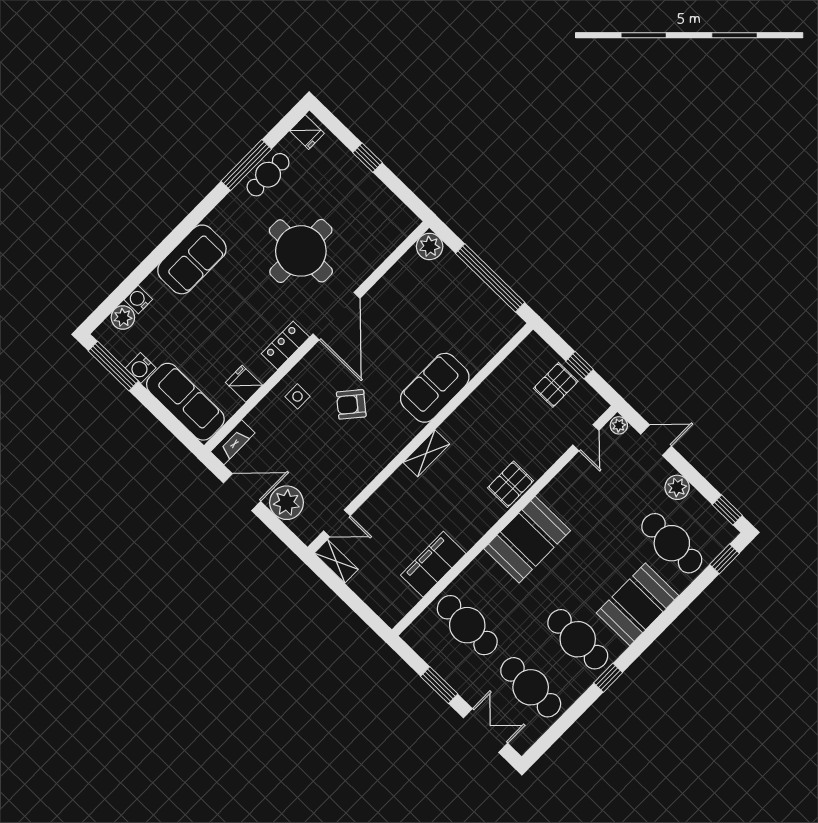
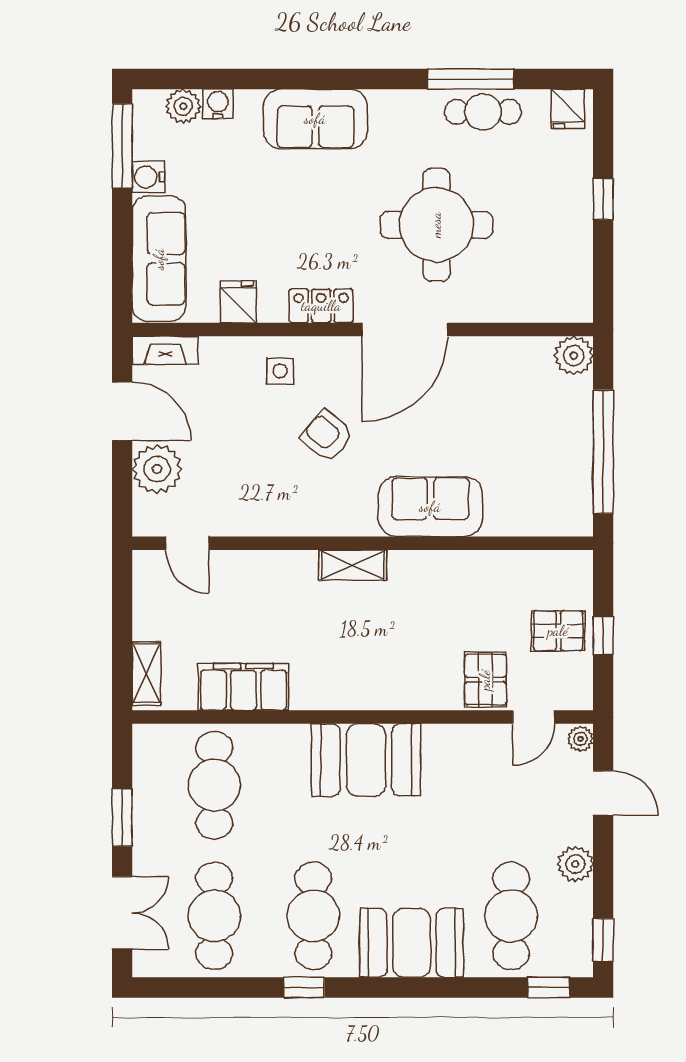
pallet: (511, 484) -> (485, 680), moved, turned 90
shelving: (336, 561) -> (146, 673), moved

